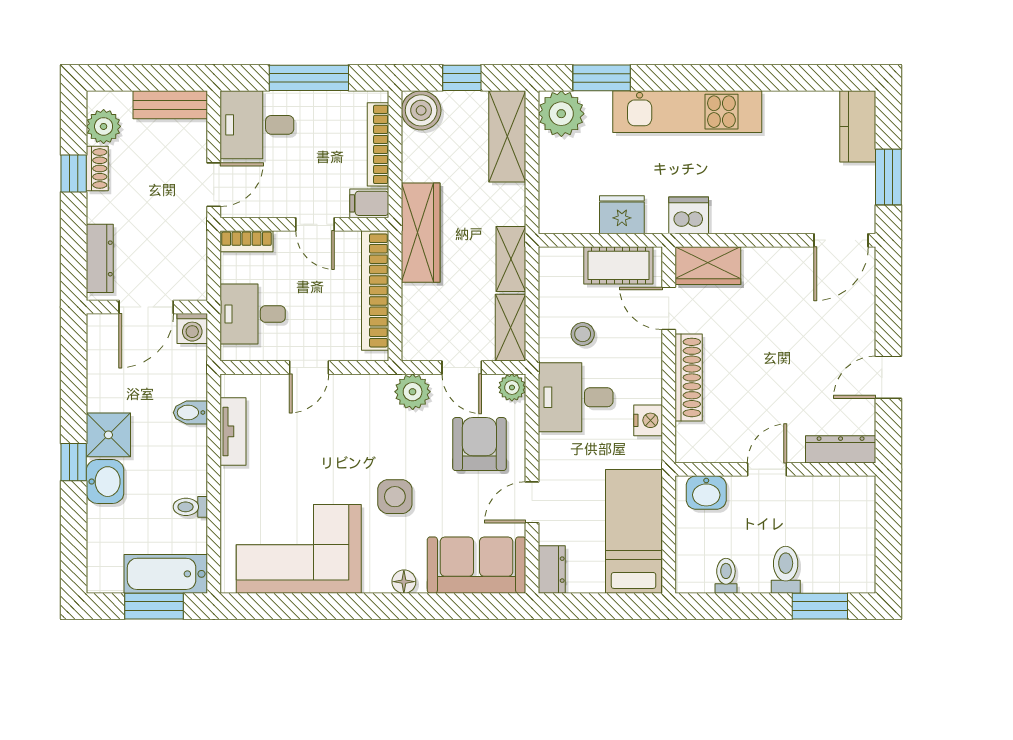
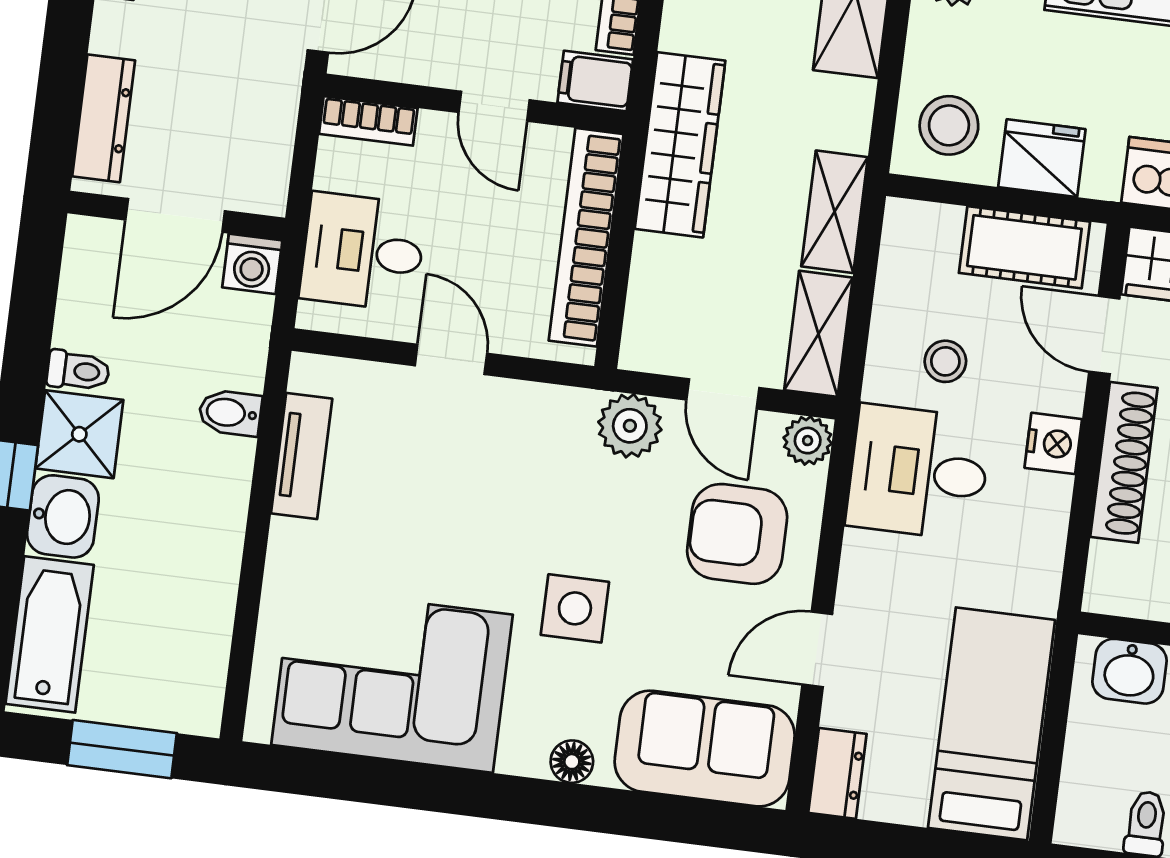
stool: (568, 203) -> (949, 125), added
door: (309, 368) -> (451, 359), swing flipped
nightstand: (648, 420) -> (1053, 443), moved
armchair: (479, 444) -> (737, 534), turned -90
toilet: (190, 507) -> (78, 371), moved, turned 180
bathtub: (166, 574) -> (50, 634), moved, turned 90

